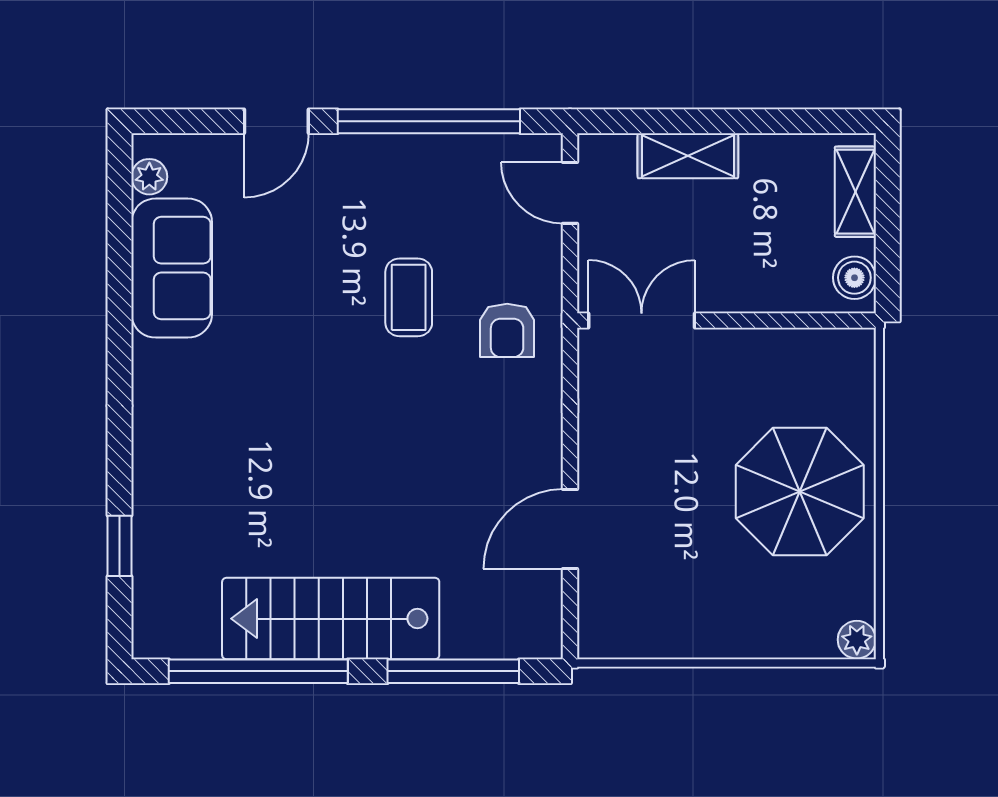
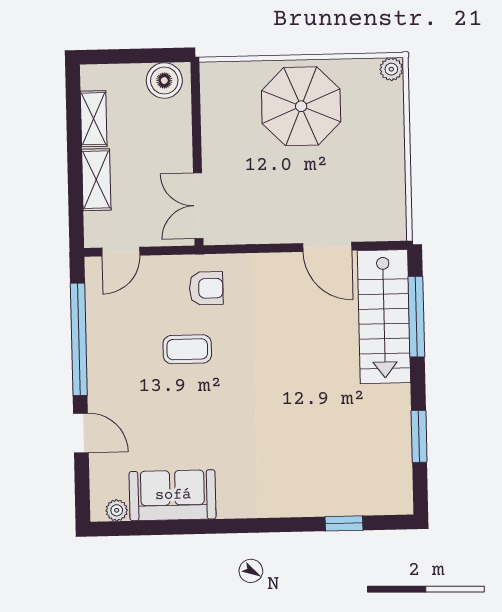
shelving: (855, 192) -> (94, 119), moved, turned 90
boiler: (854, 278) -> (164, 81), width x1.36, depth x1.36
stairs: (331, 619) -> (384, 317), moved
window: (258, 671) -> (419, 436), width x0.47

